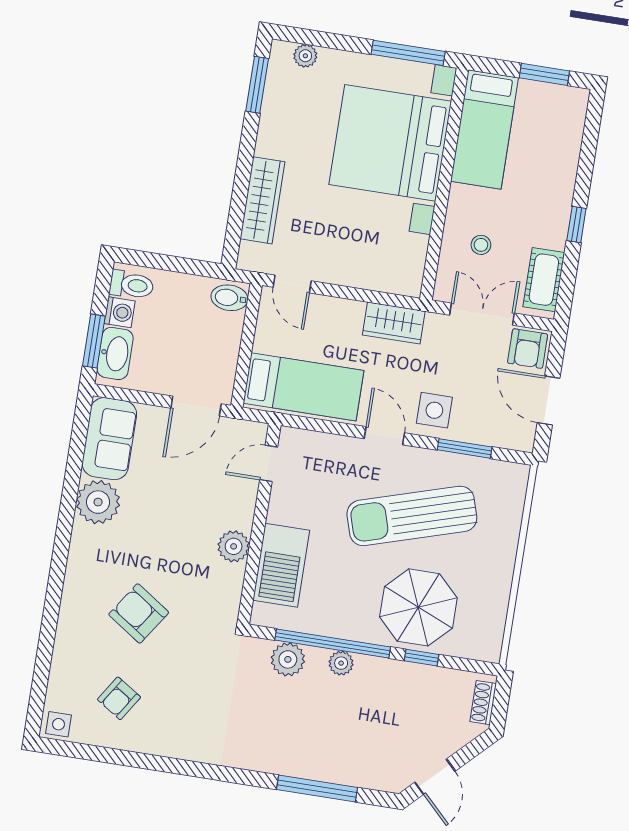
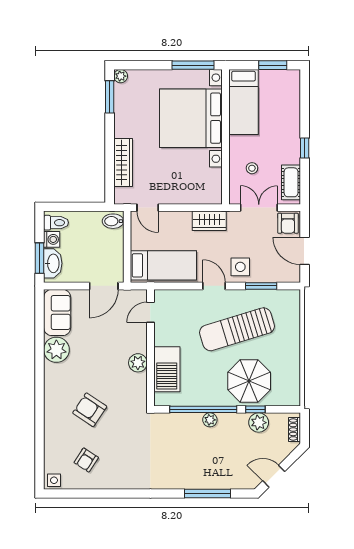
plant: (305, 56) -> (121, 76), moved
plant: (288, 659) -> (259, 423), moved
door: (435, 777) -> (274, 476), swing flipped

